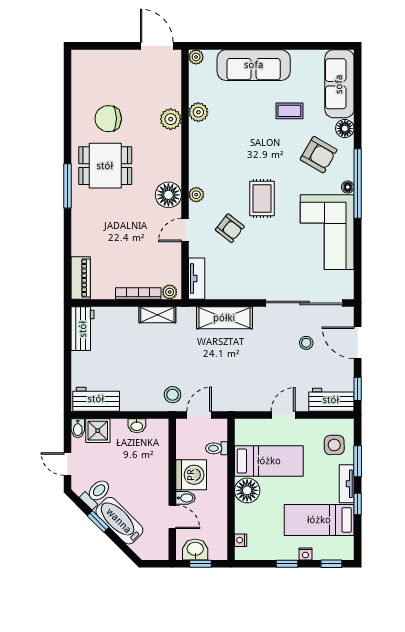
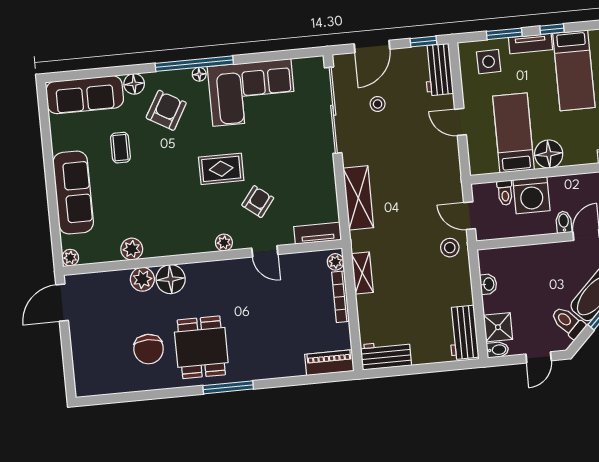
floor lamp: (168, 195) -> (171, 279), moved
washing machine: (191, 475) -> (531, 195), moved, turned 180

